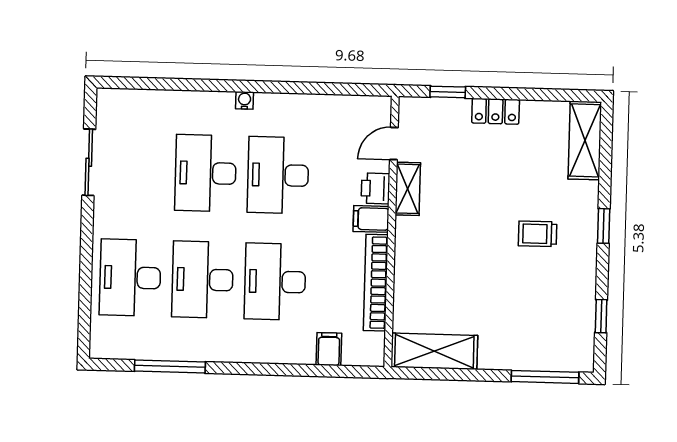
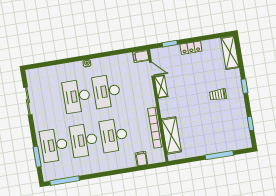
door: (394, 144) -> (152, 69), swing flipped
printer: (375, 188) -> (148, 89), removed
filing cabinet: (371, 219) -> (141, 56), moved
window: (85, 297) -> (37, 157), added
shelving: (434, 351) -> (171, 135), moved, turned 90
window: (170, 366) -> (65, 181), moved
window: (545, 377) -> (219, 155), moved

